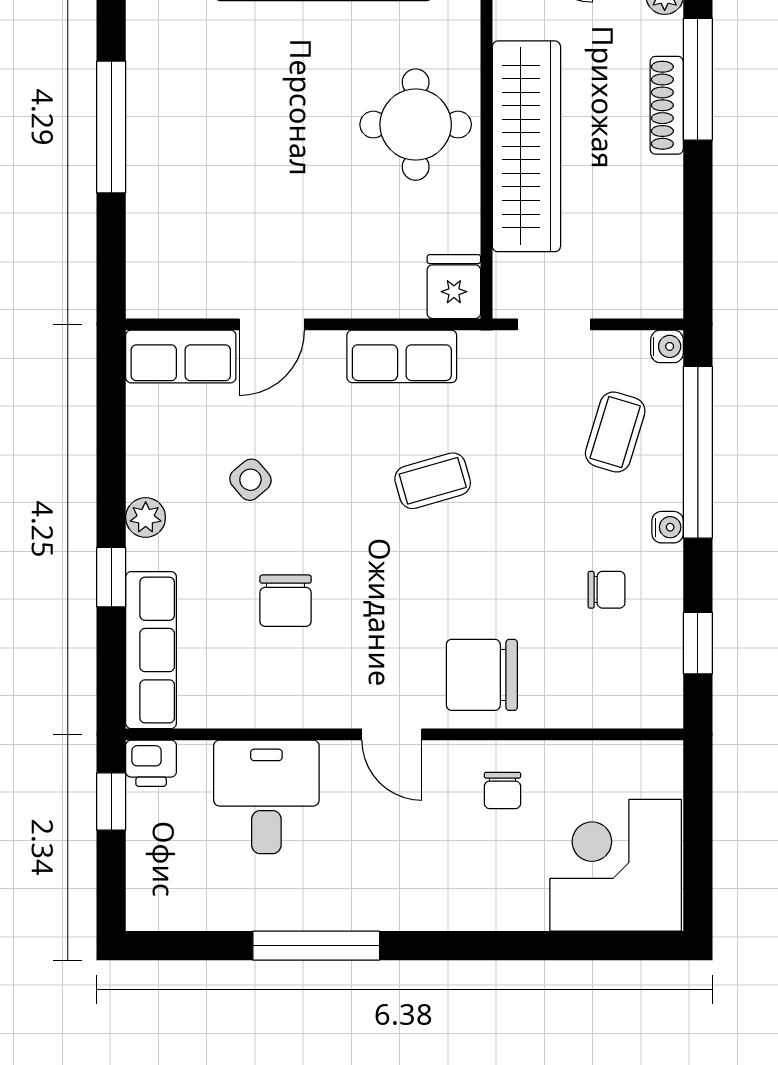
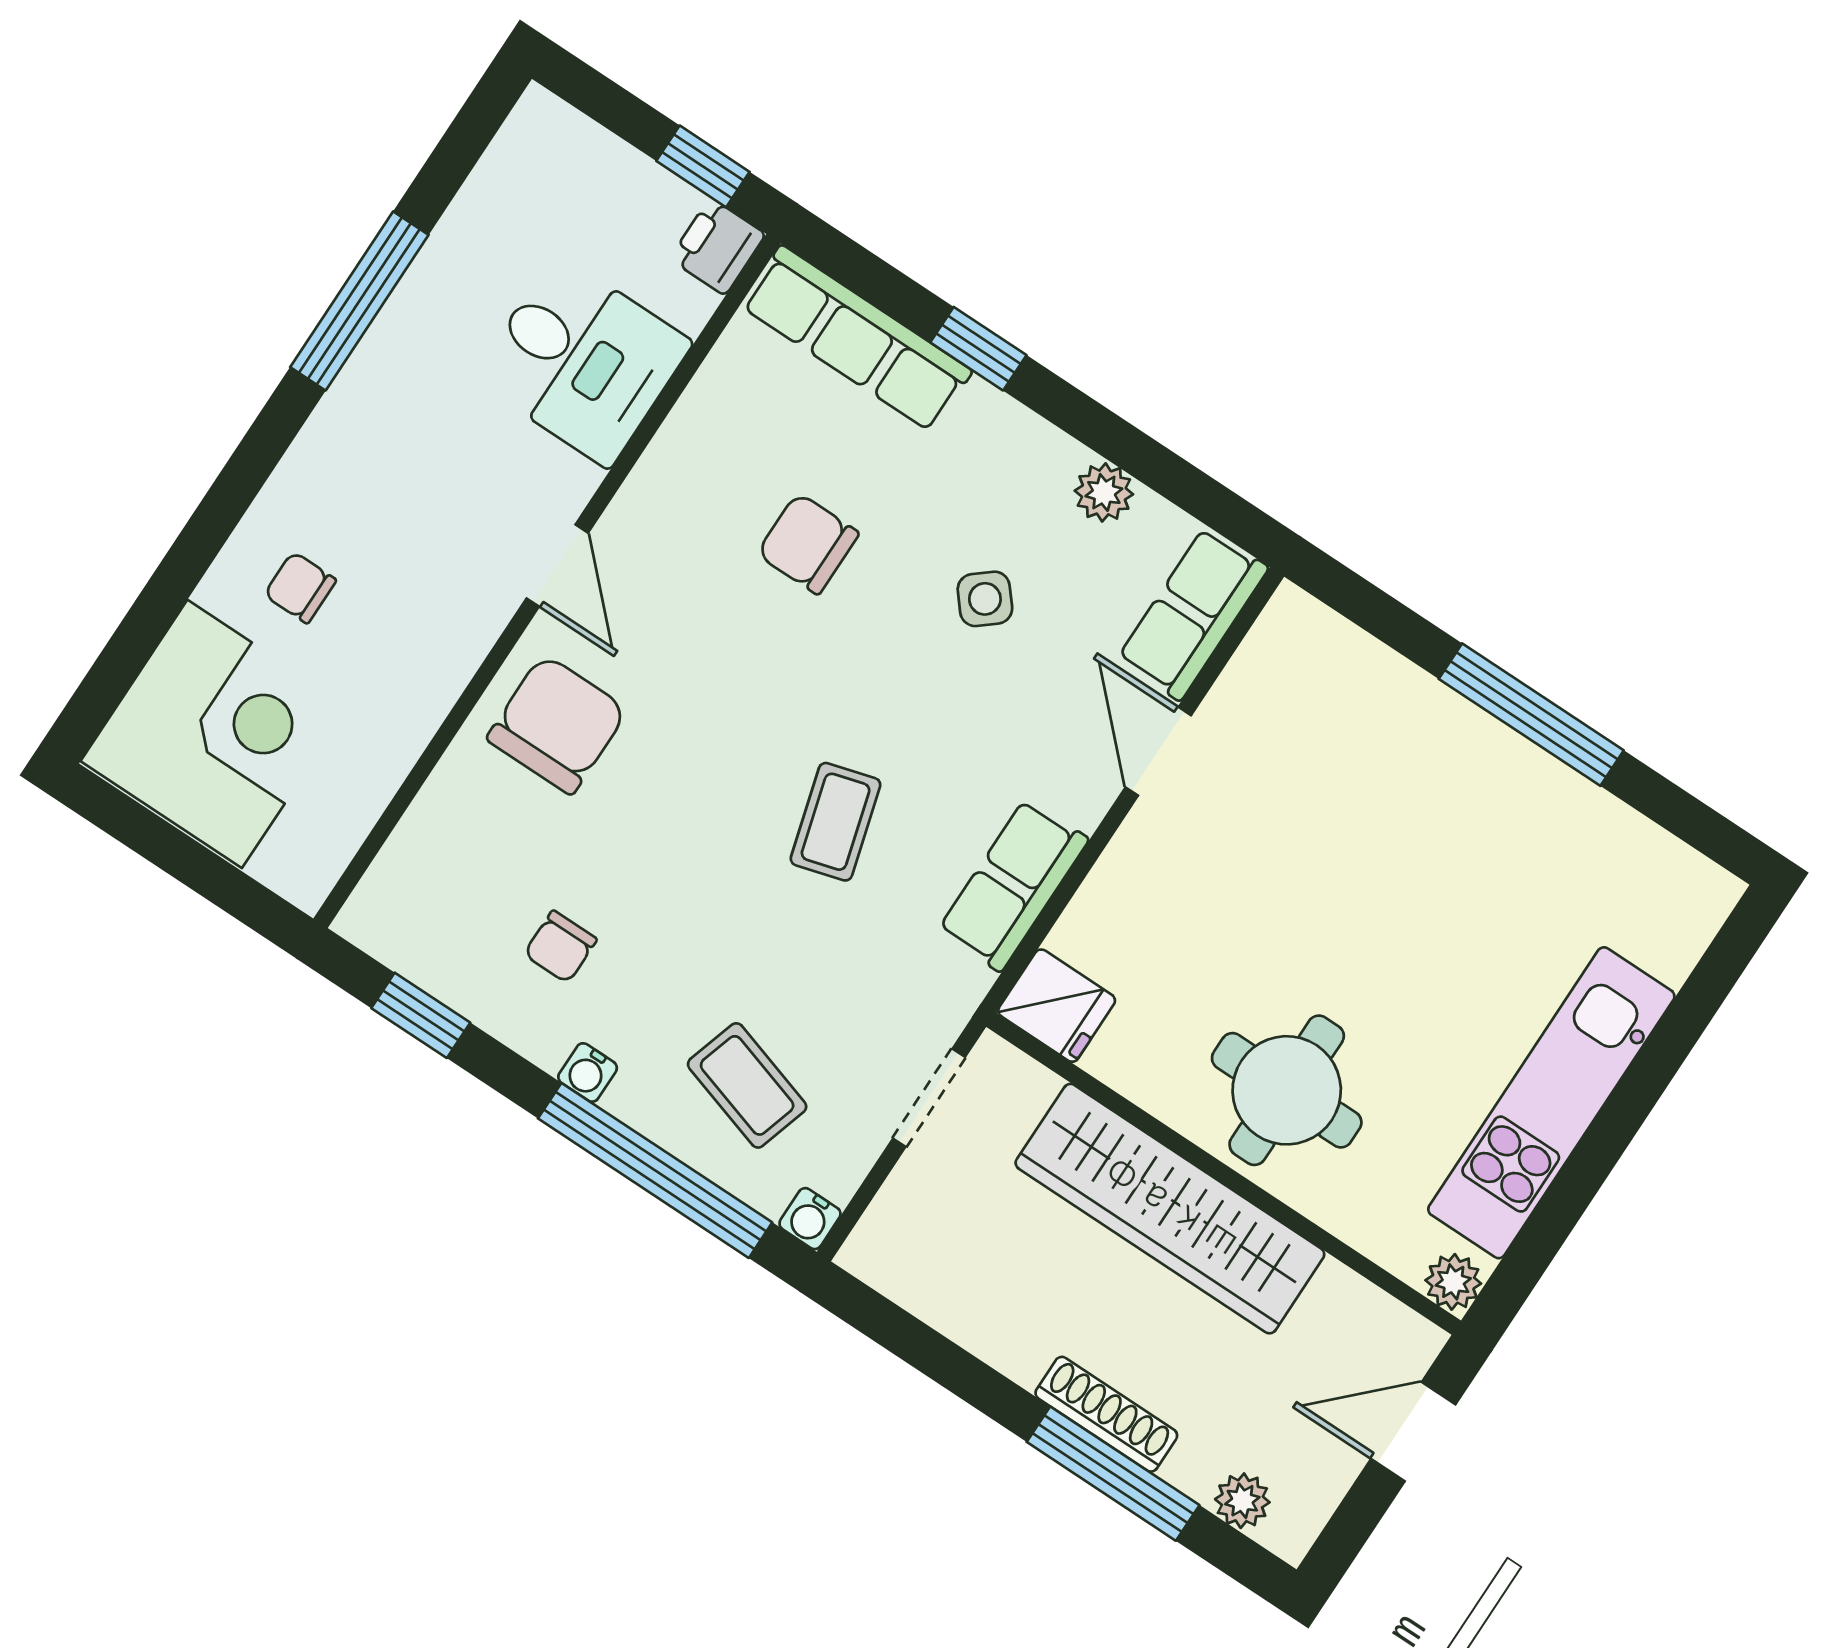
plant: (146, 517) -> (1104, 492), moved
door: (392, 734) -> (557, 566), swing flipped
chair: (502, 790) -> (300, 588), moved

